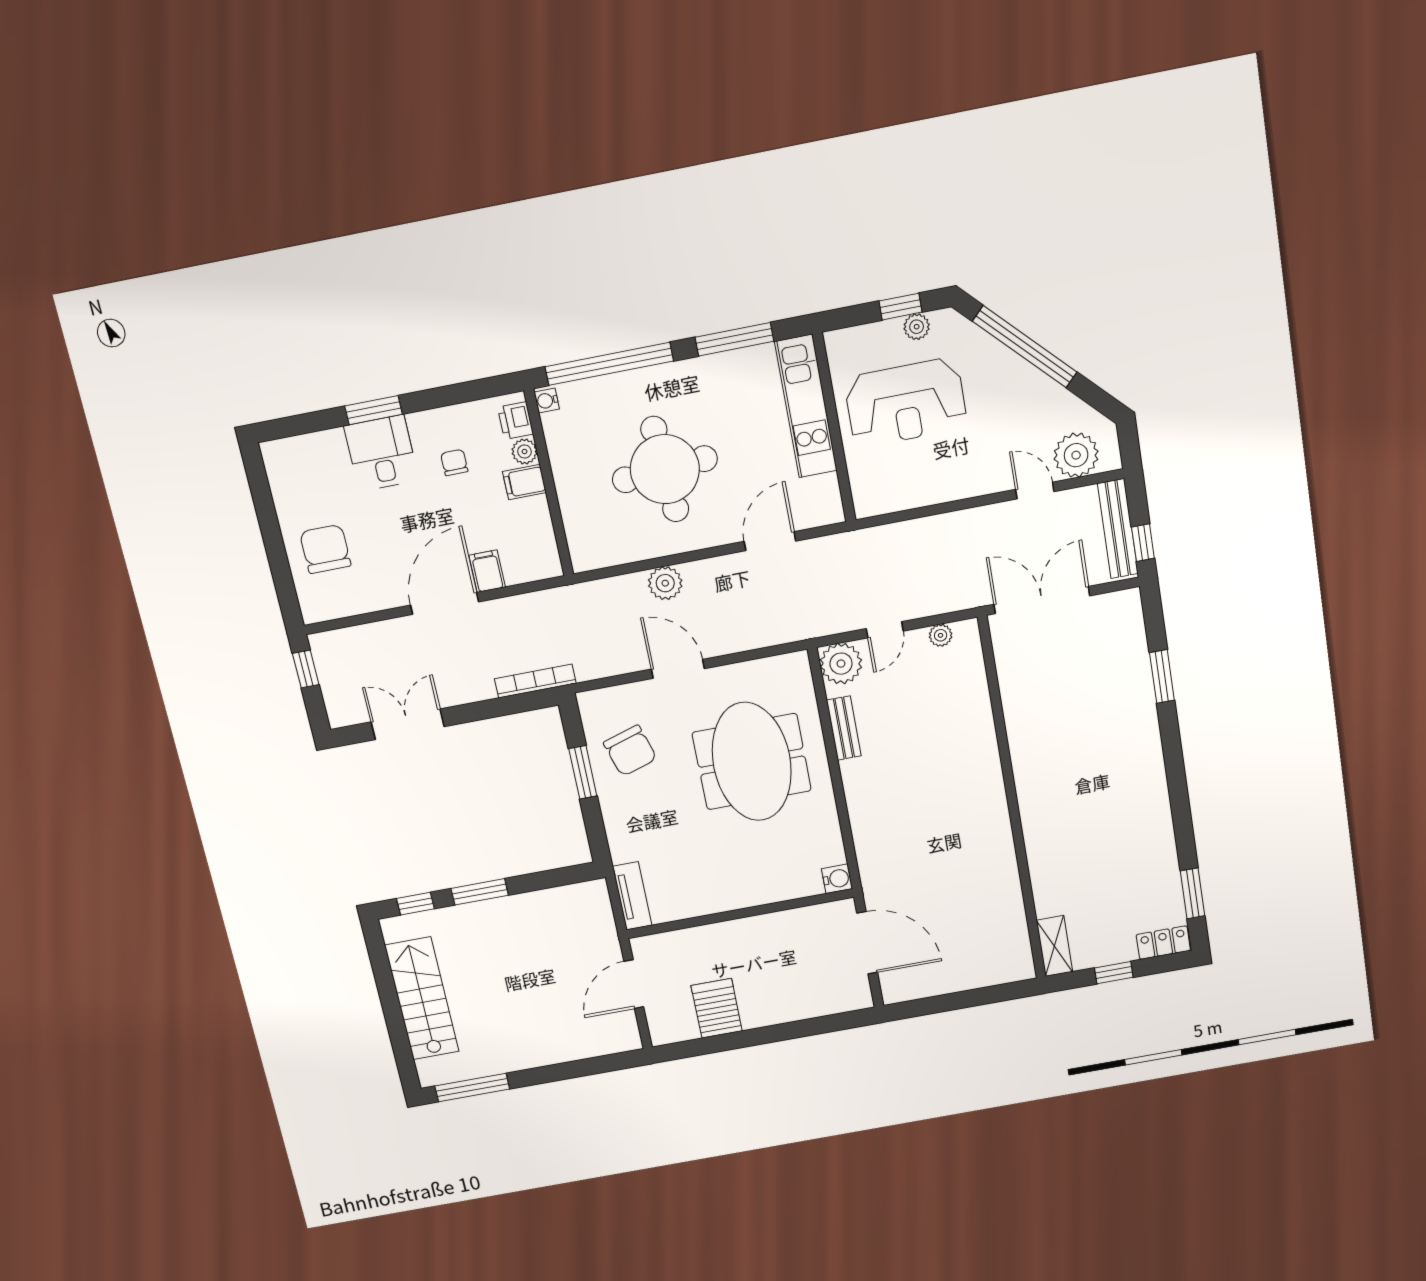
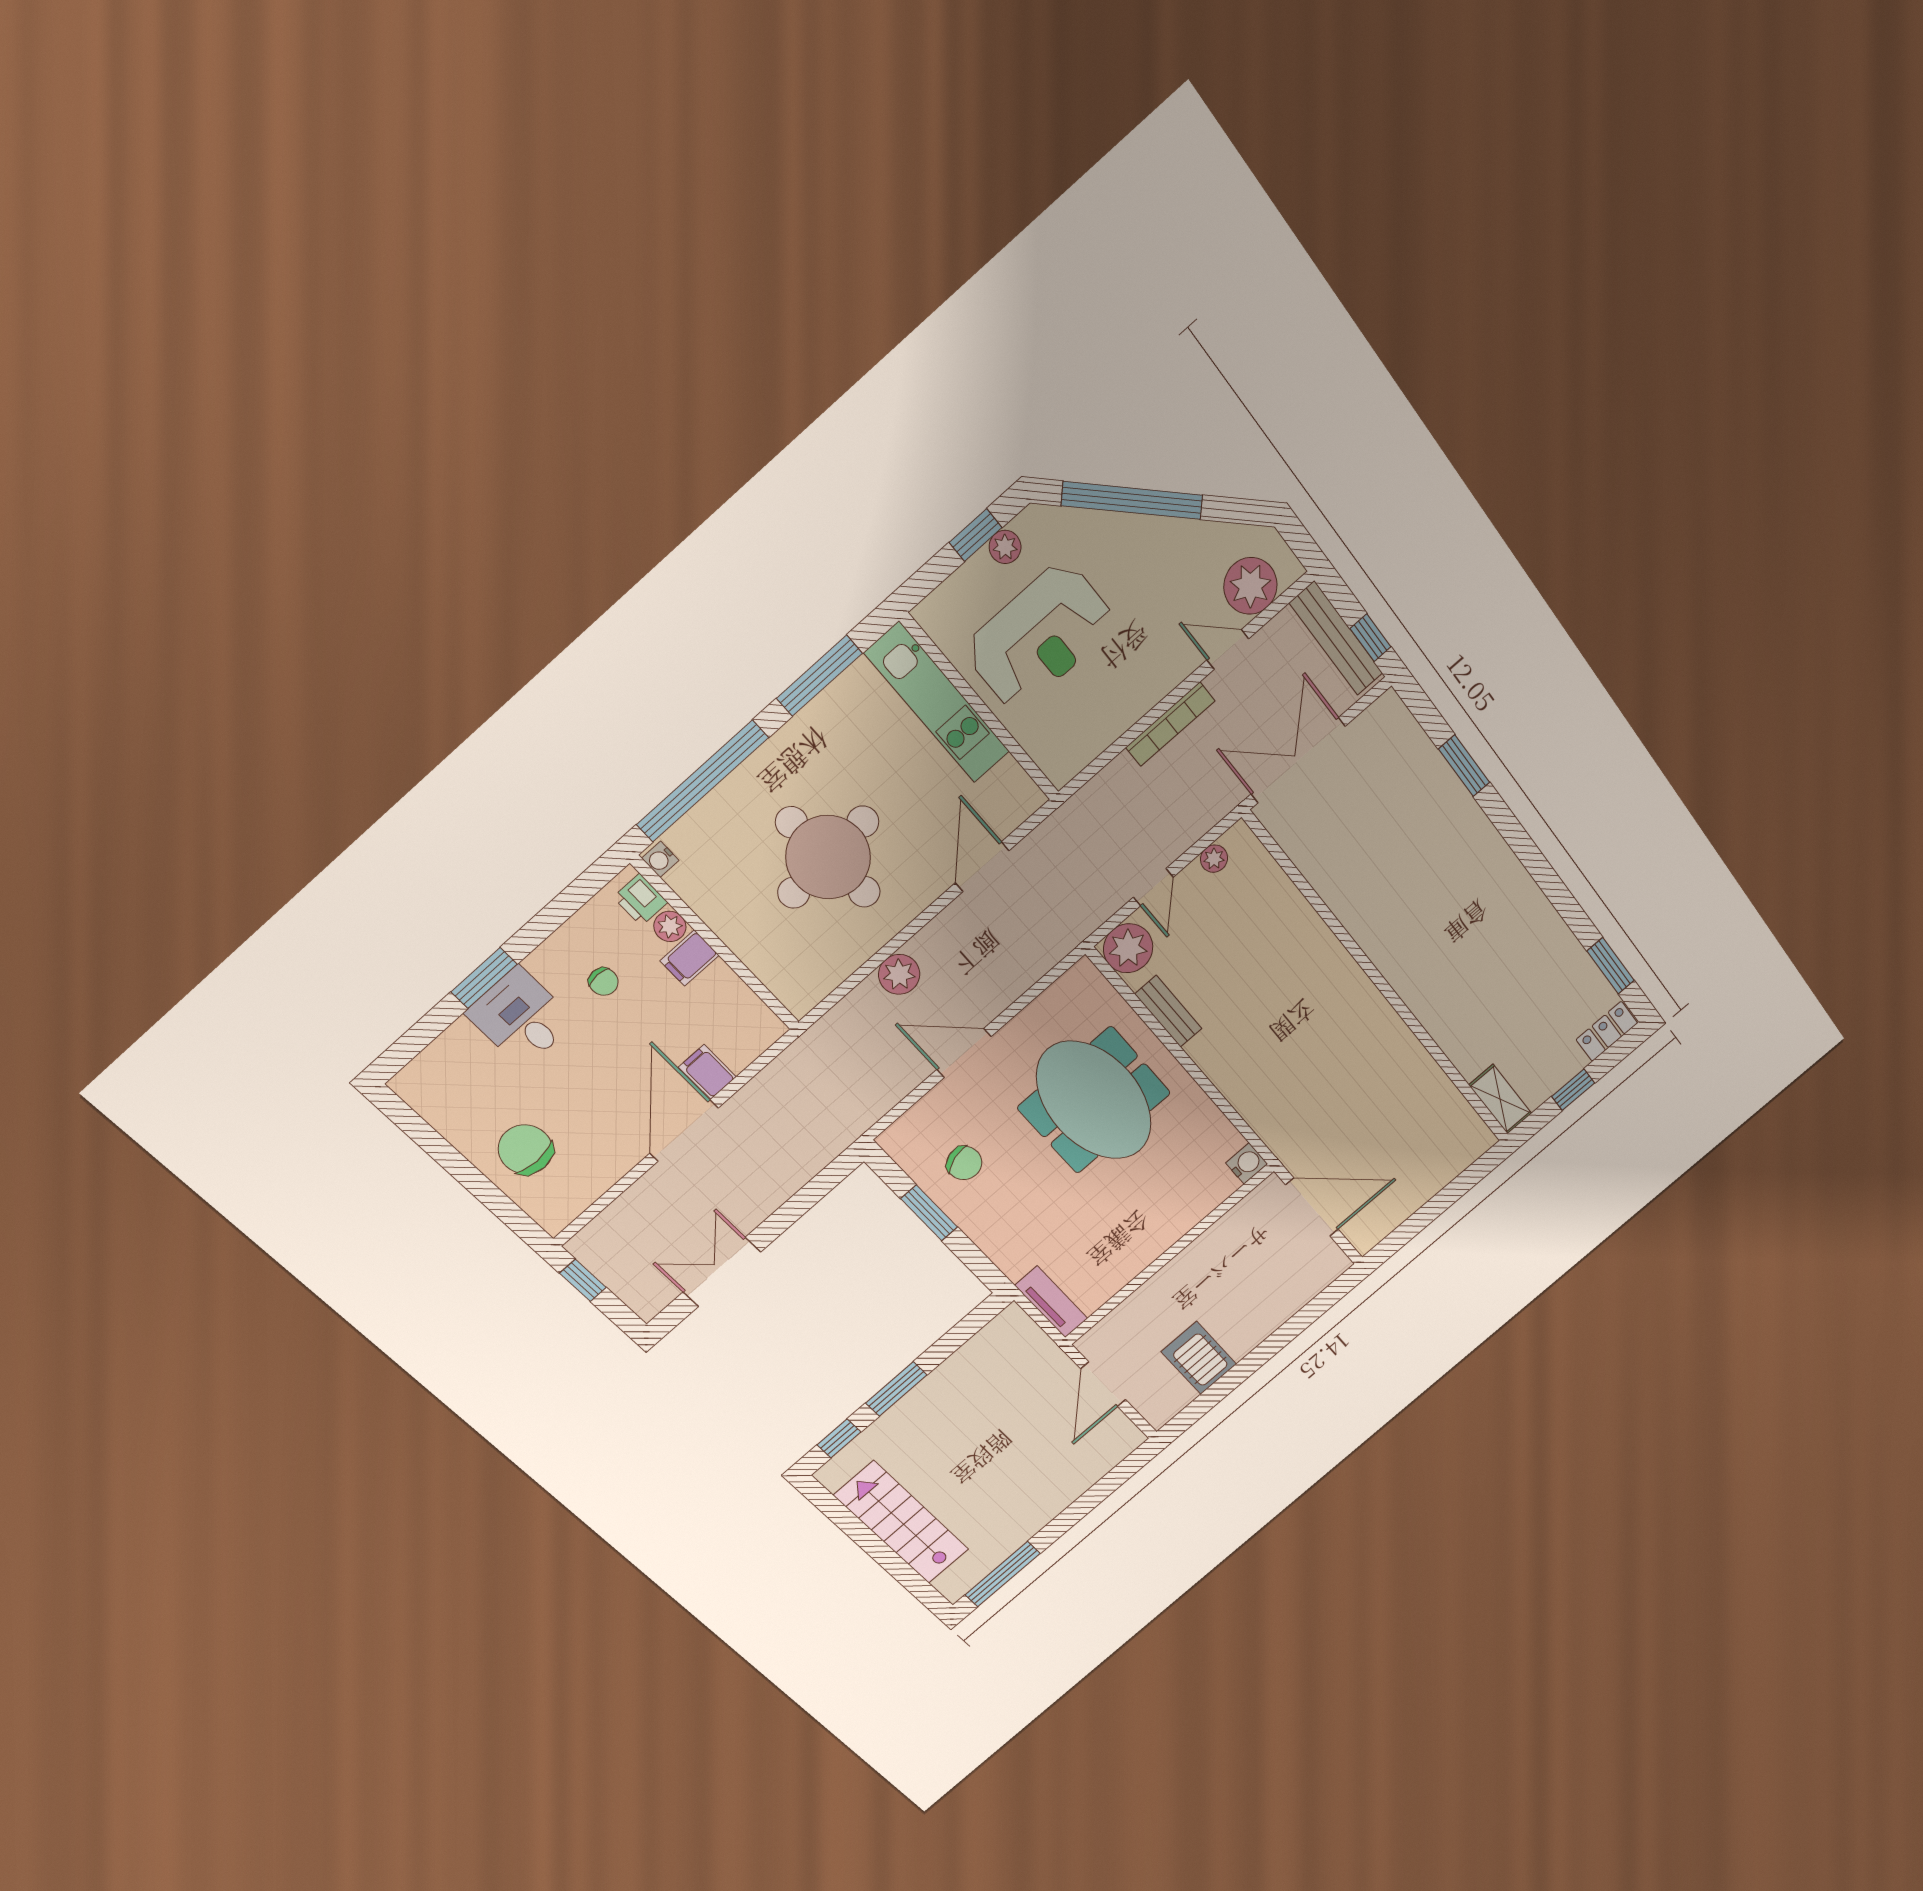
chair: (454, 463) -> (603, 982), turned 180
bookcase: (535, 681) -> (1170, 724), moved, turned 180
chair: (630, 751) -> (964, 1163), width x0.73, depth x0.73

